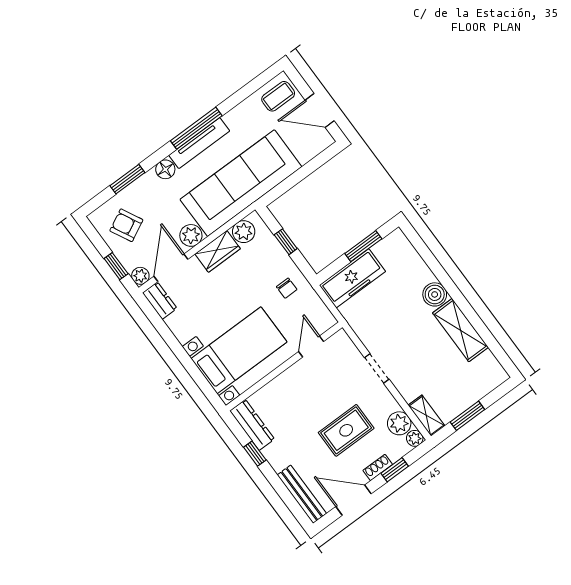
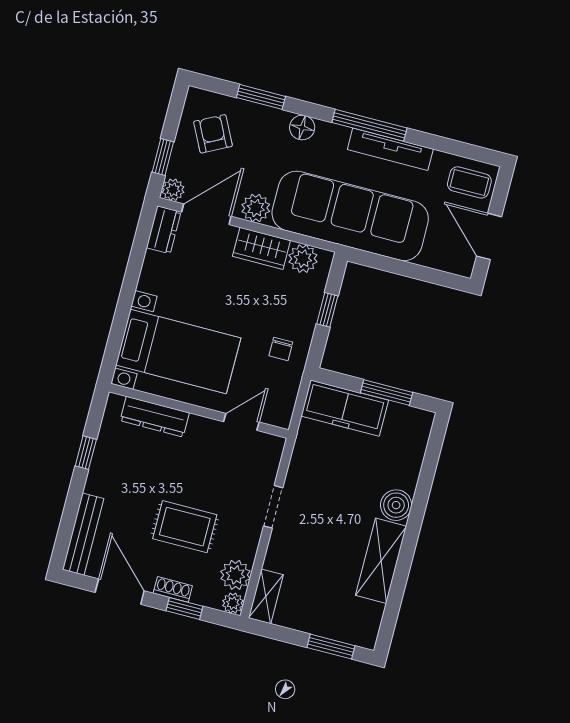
tv unit: (199, 143) -> (390, 149), moved
window: (467, 416) -> (331, 647), moved
dresser: (252, 425) -> (155, 417), moved, turned 90

